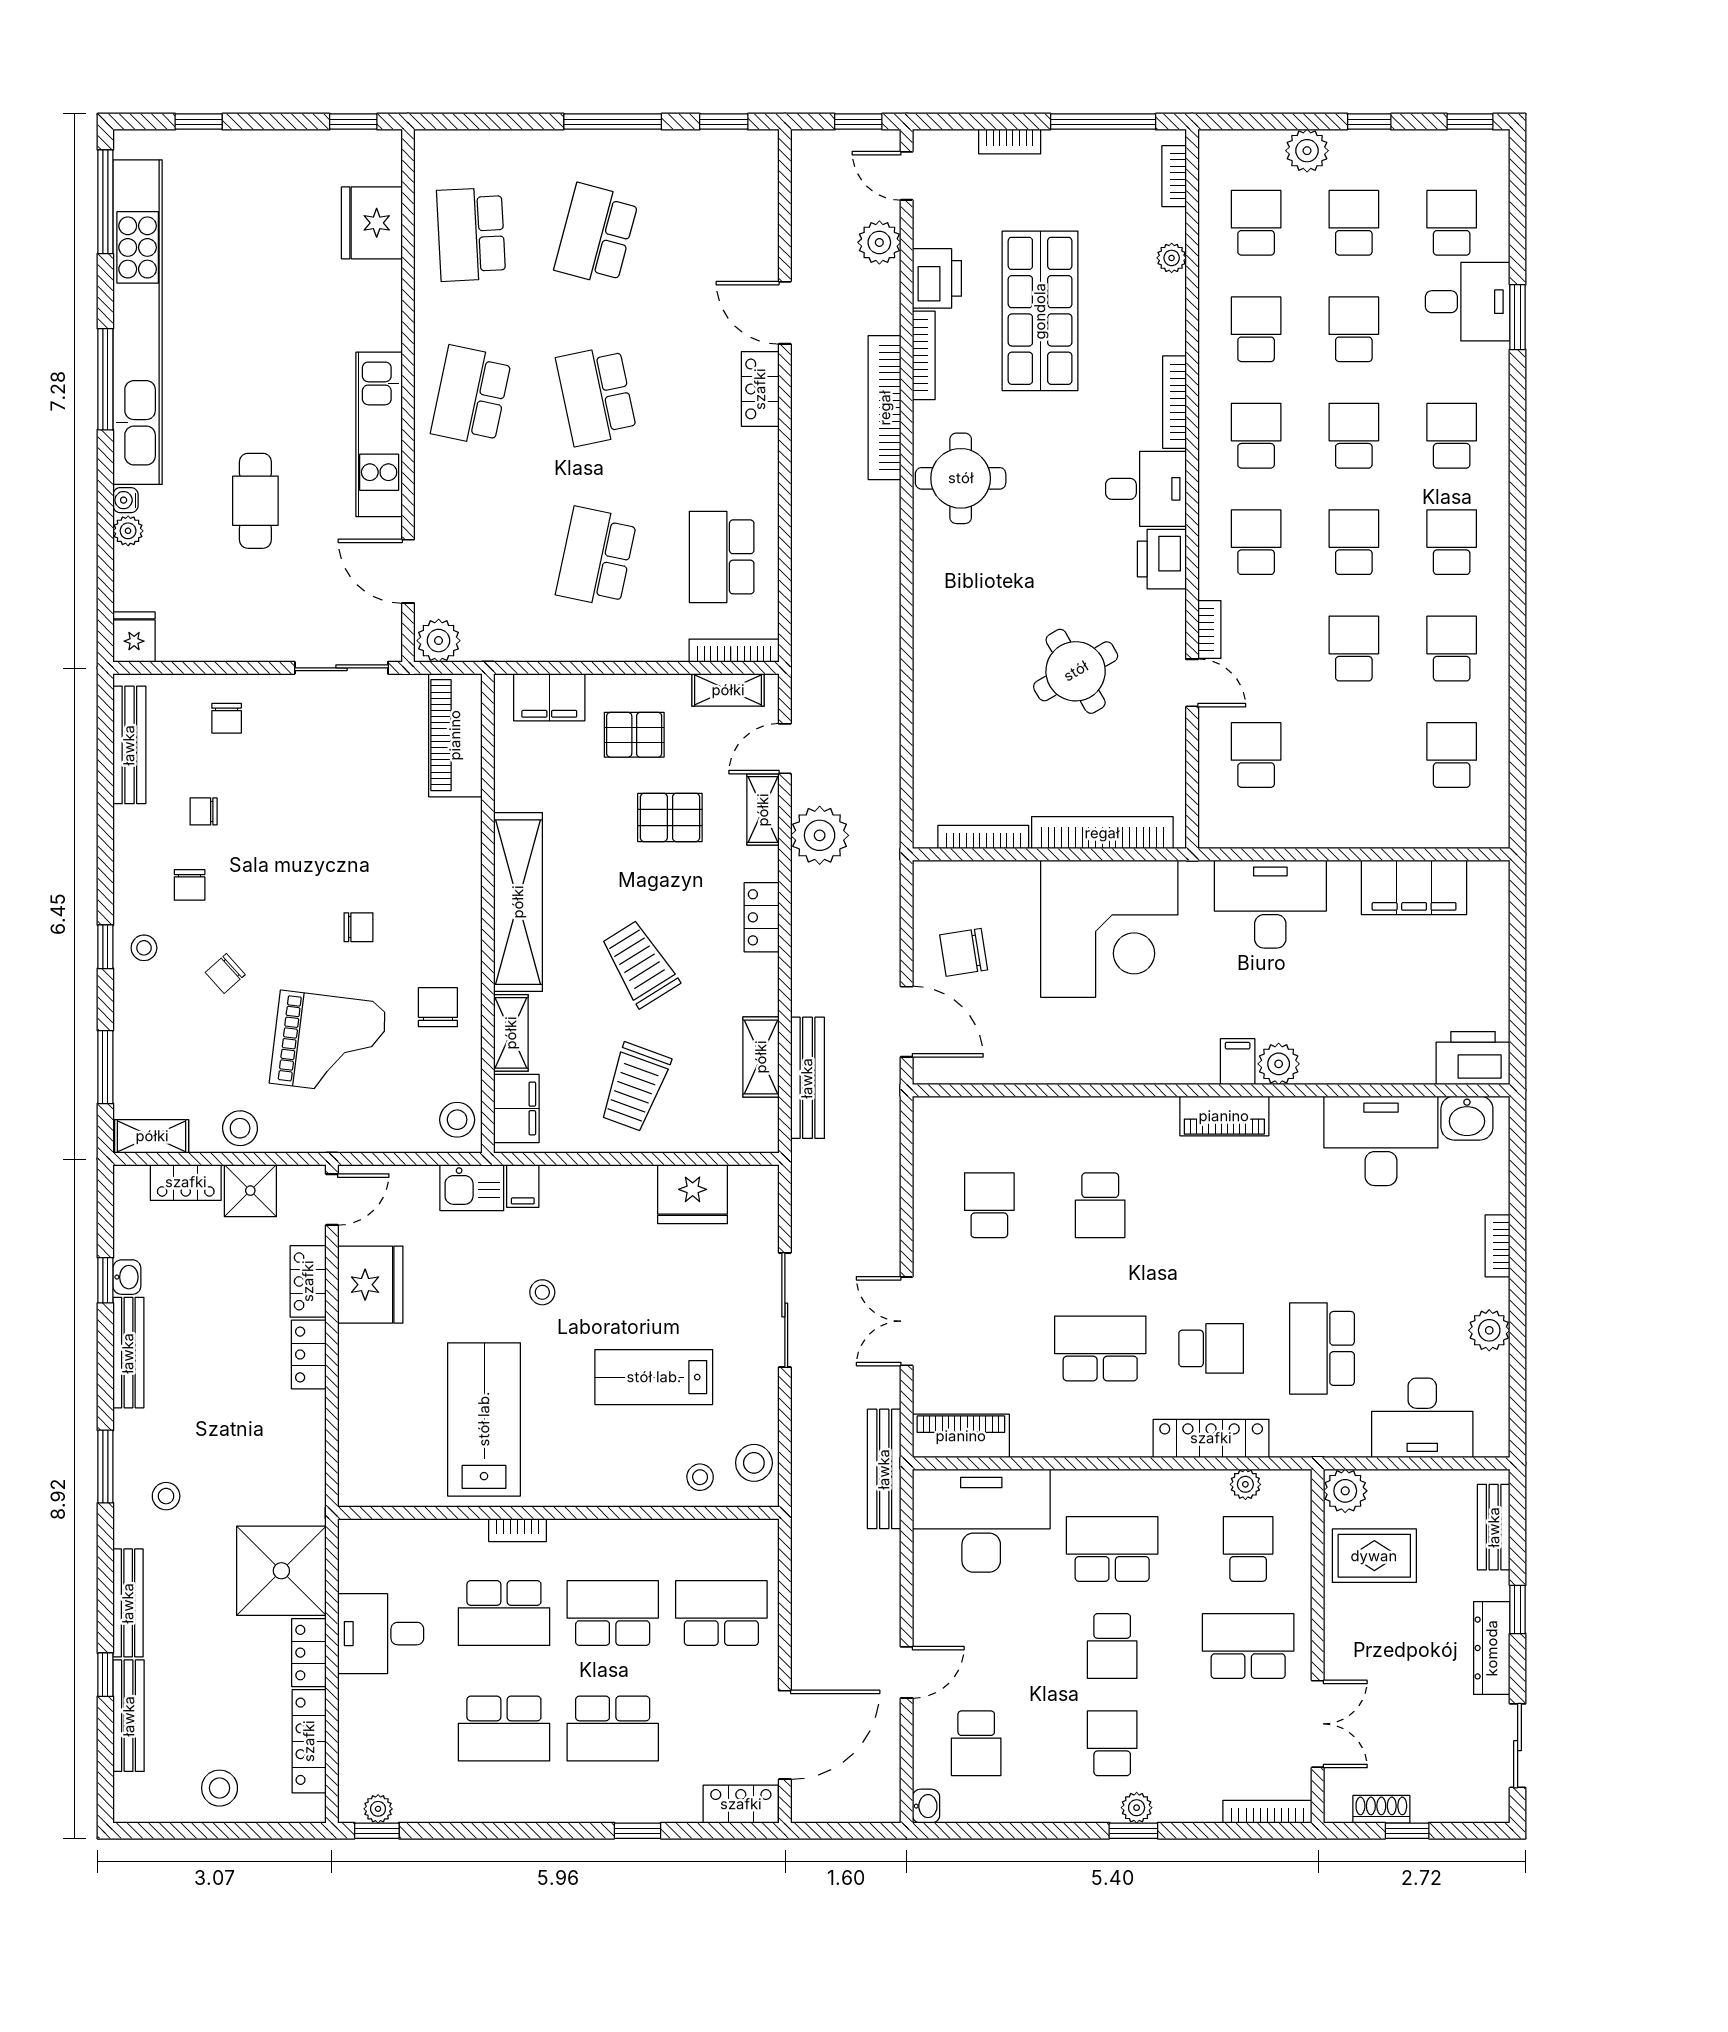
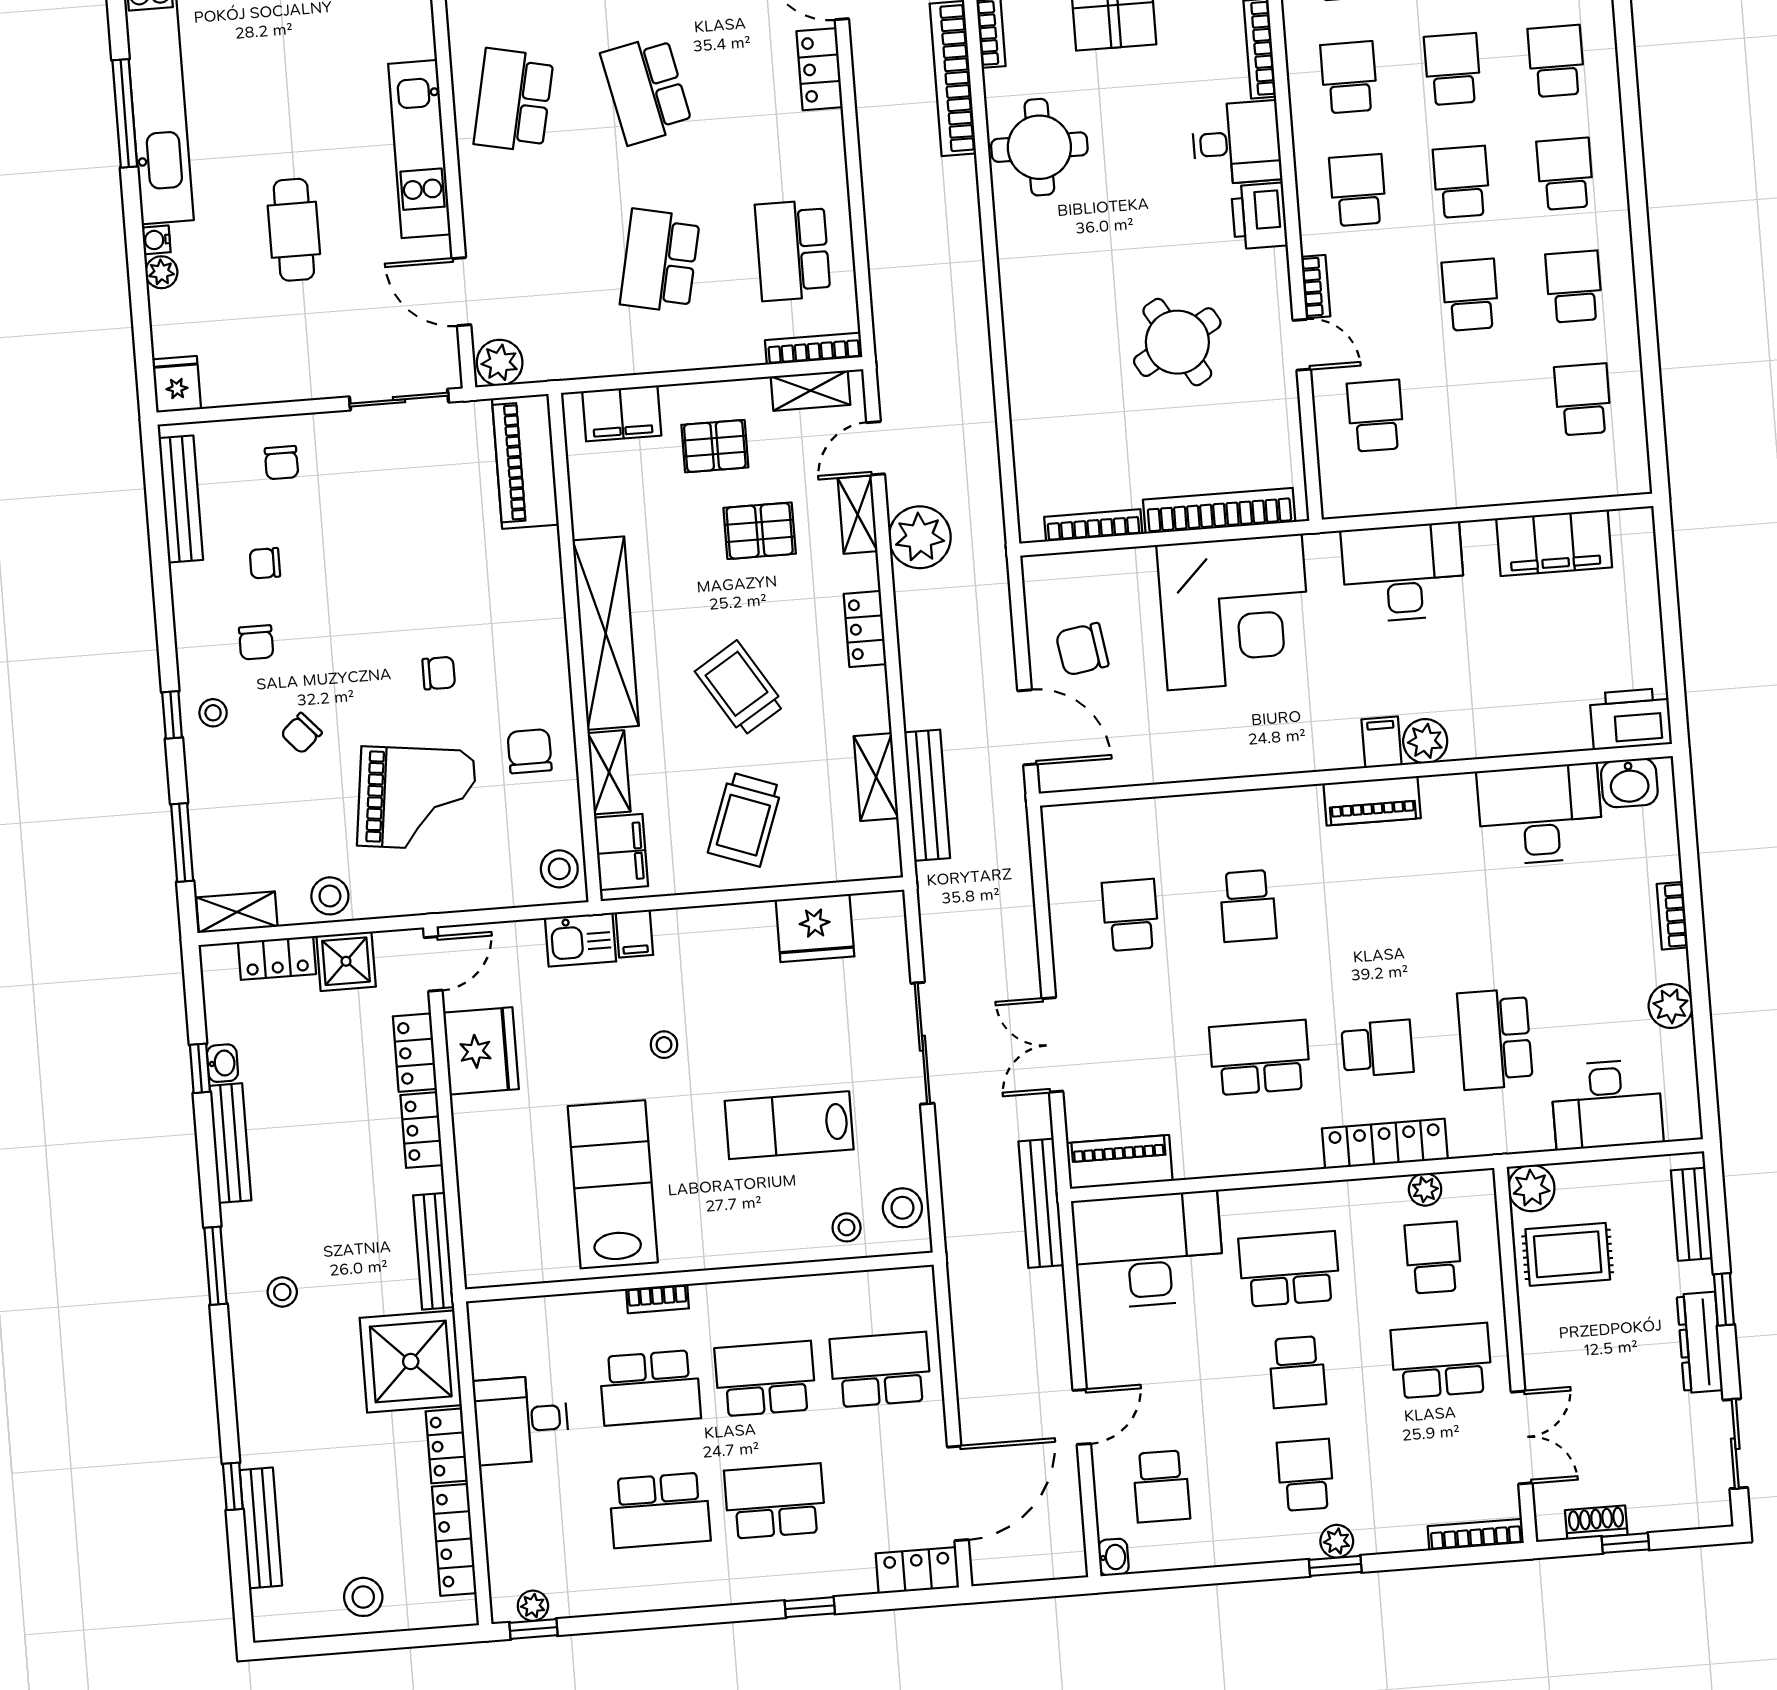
bench: (128, 1603) -> (434, 1251), moved
school desk: (613, 1729) -> (775, 1501), turned 180

